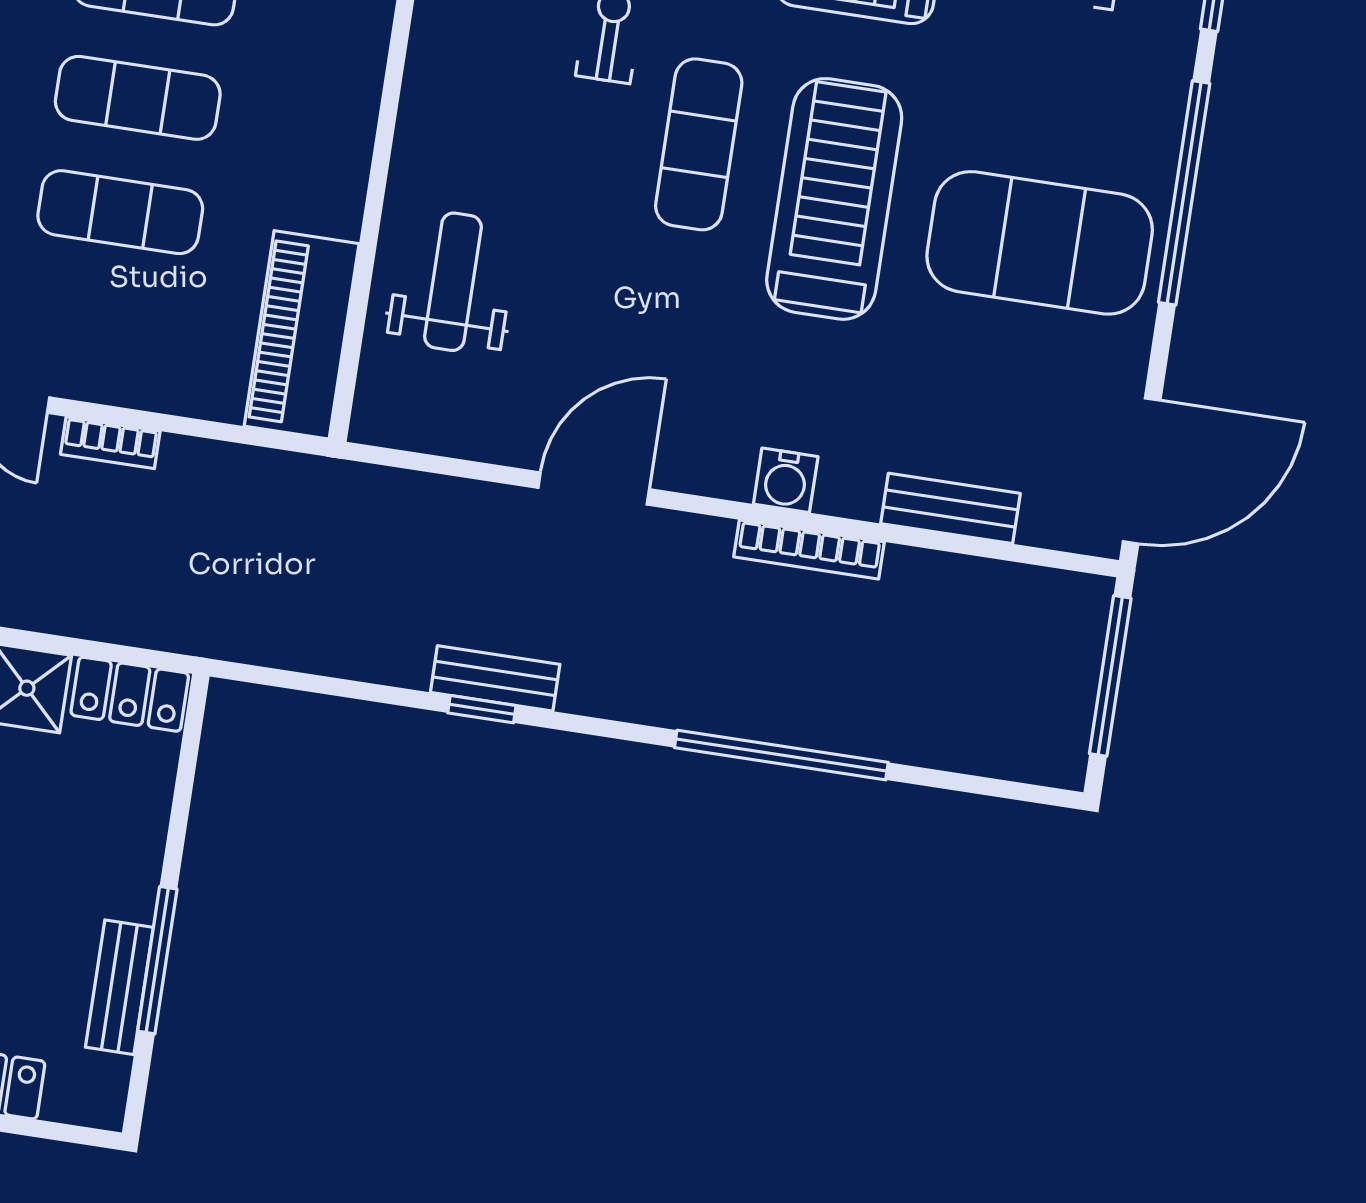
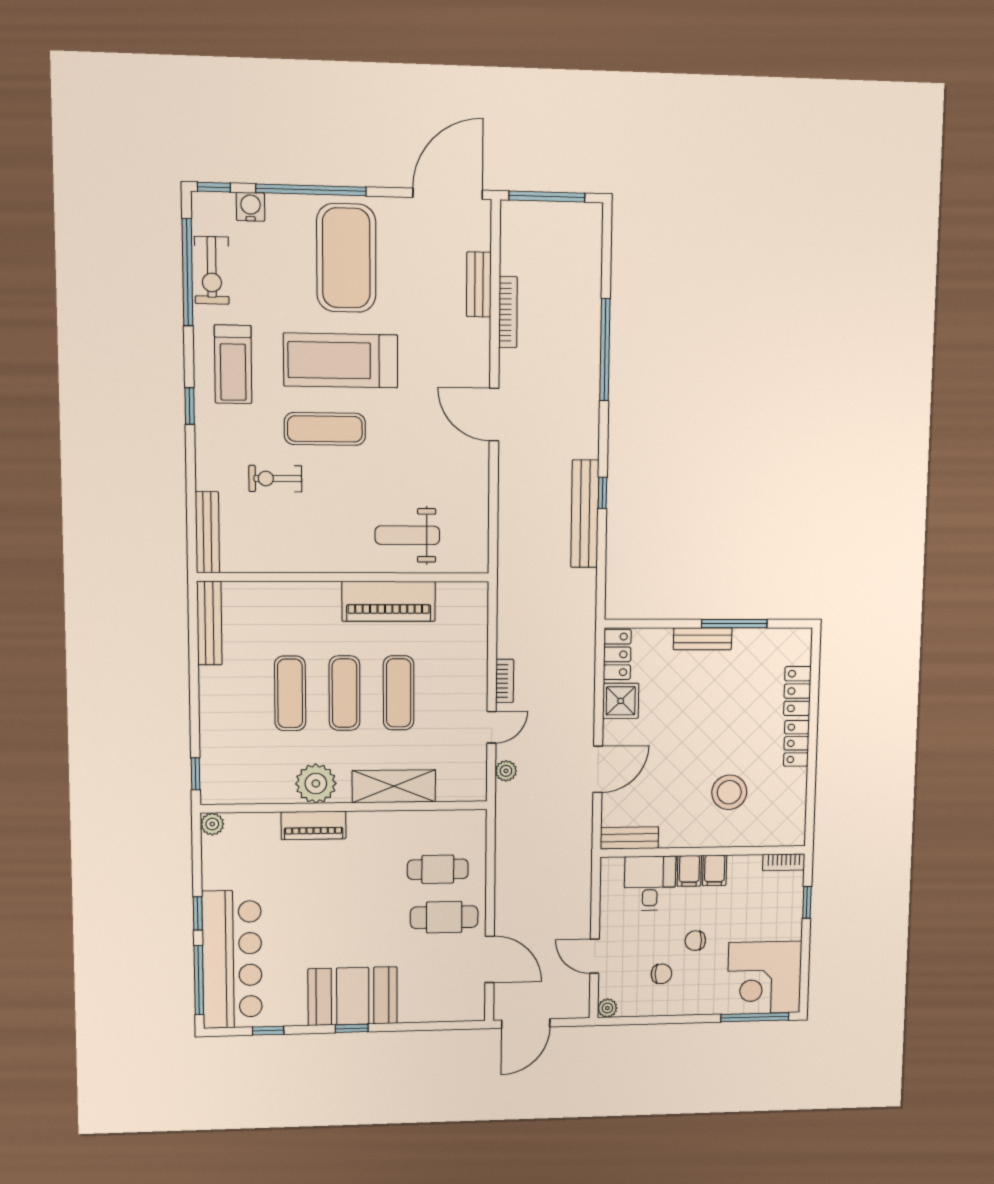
piano: (302, 335) -> (389, 601), moved
door: (1142, 471) -> (448, 194), hinge flipped
water cooler: (786, 480) -> (251, 207), moved, turned -90
door: (594, 489) -> (494, 415), moved
bookcase: (809, 549) -> (508, 312), moved
bench: (495, 678) -> (585, 514), width x1.86, depth x1.21
bench: (119, 987) -> (703, 639), moved

